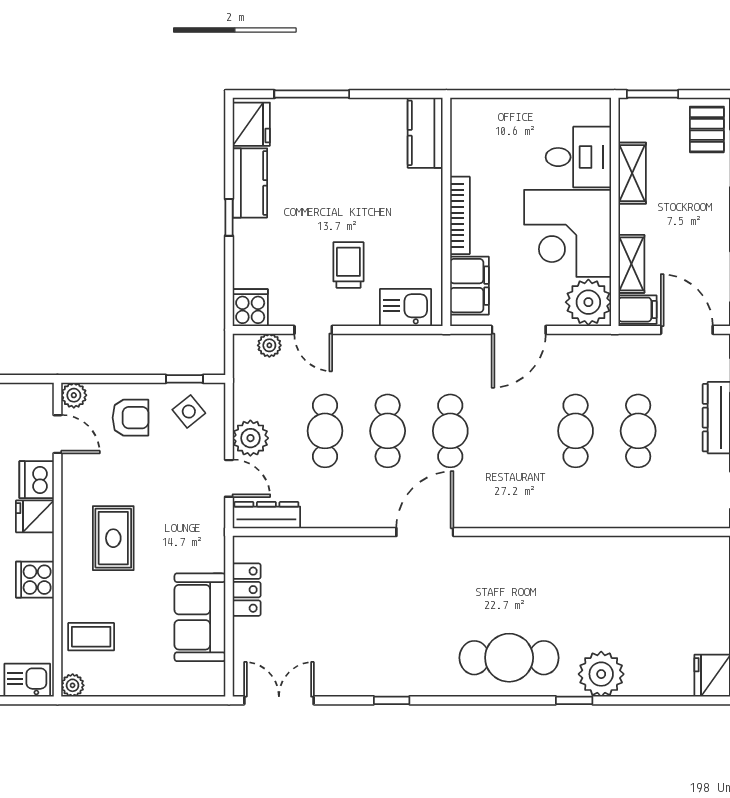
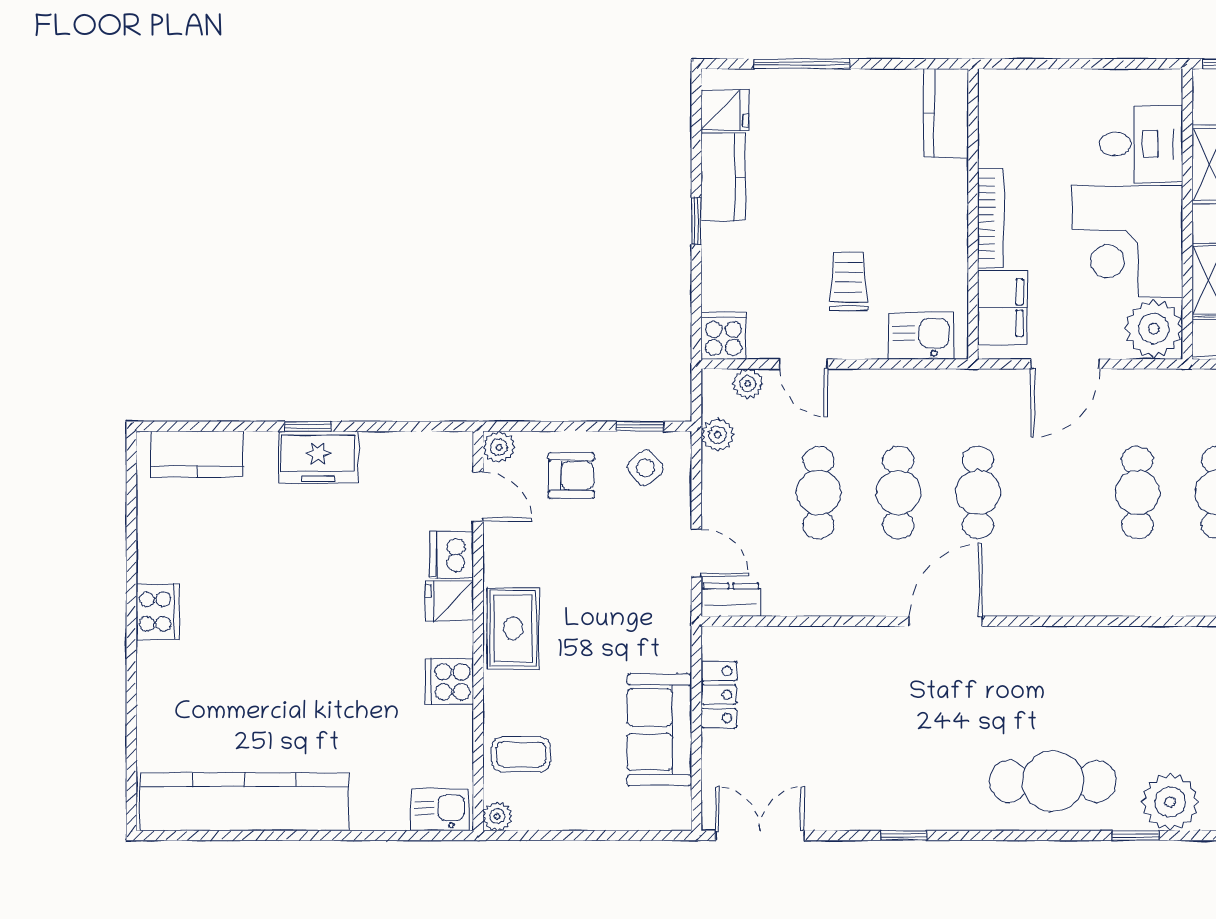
fridge: (251, 124) -> (725, 110), width x0.72
plant: (250, 438) -> (718, 435), moved, width x0.73, depth x0.73
dresser: (266, 515) -> (731, 600), width x0.70
rug: (113, 538) -> (513, 629), moved

